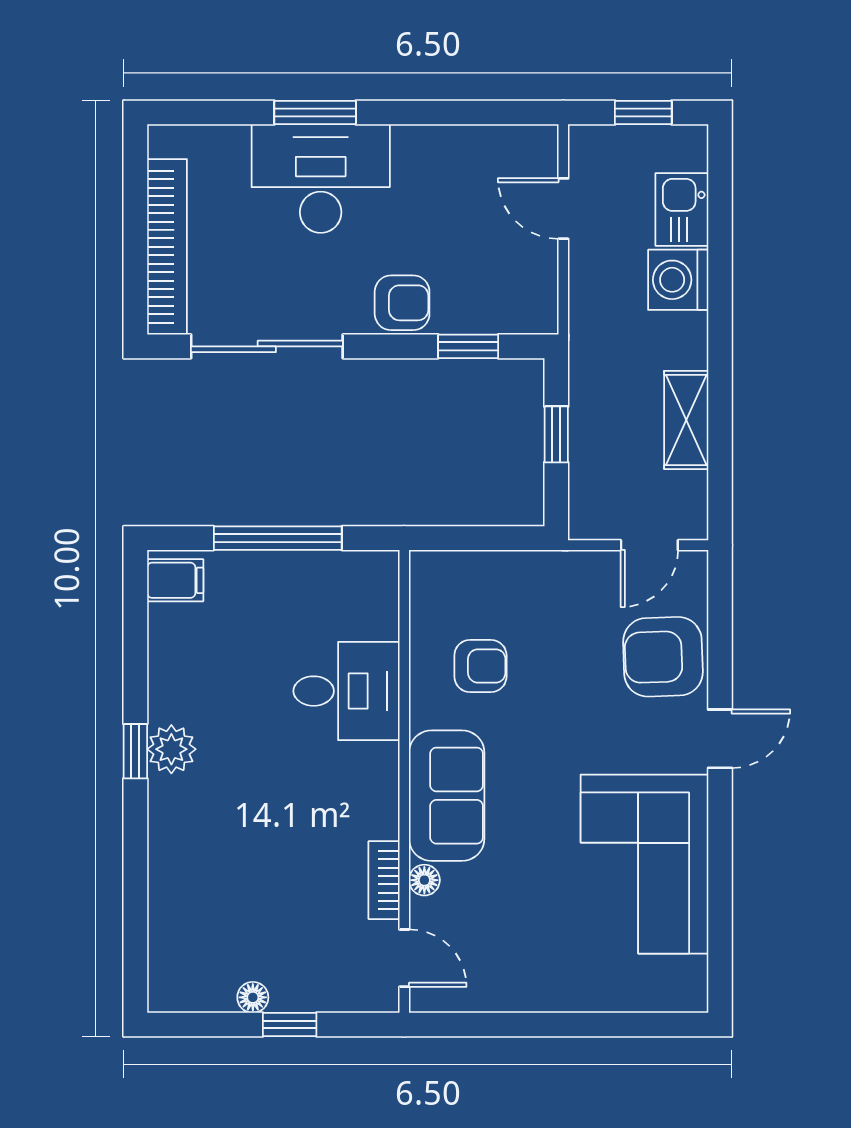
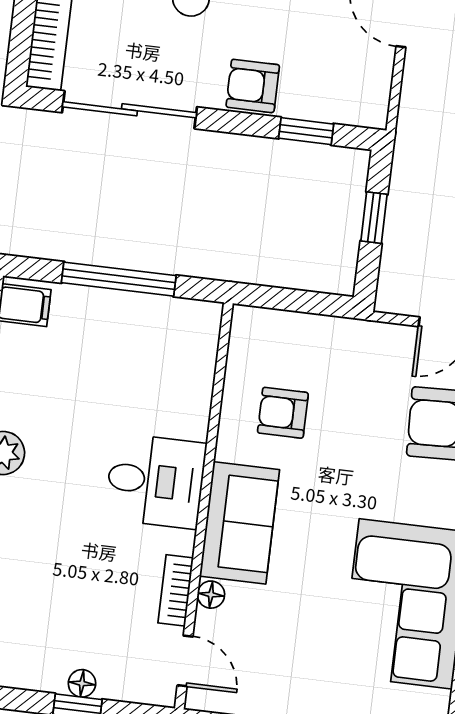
armchair: (402, 303) -> (253, 86), turned 180
armchair: (480, 666) -> (283, 413), turned 180
desk: (347, 691) -> (155, 481), moved
floor lamp: (253, 997) -> (82, 683), moved

